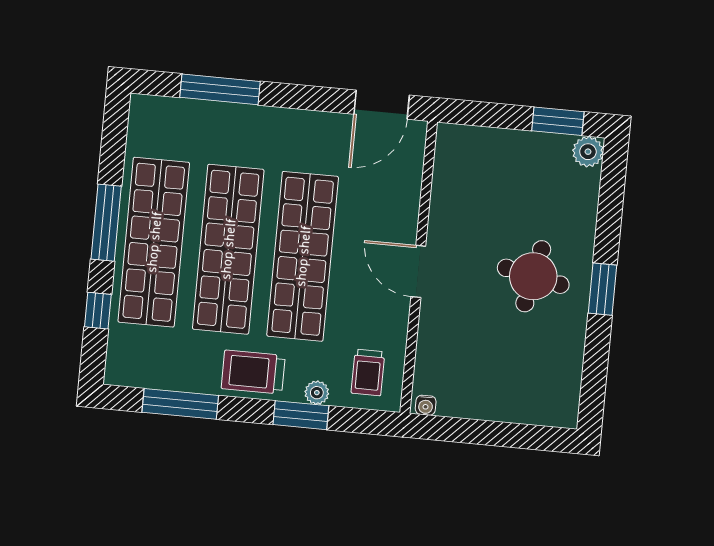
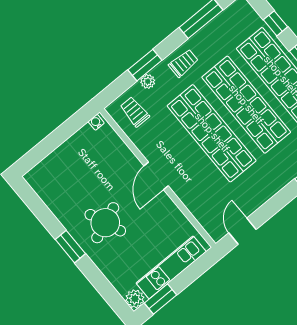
door: (382, 105) -> (242, 231), width x0.73
kitchen unit: (508, 146) -> (171, 267), added
door: (418, 271) -> (156, 176), swing flipped
round table: (533, 276) -> (105, 223), turned -34
trolley: (253, 372) -> (183, 63), width x0.73, depth x0.72

